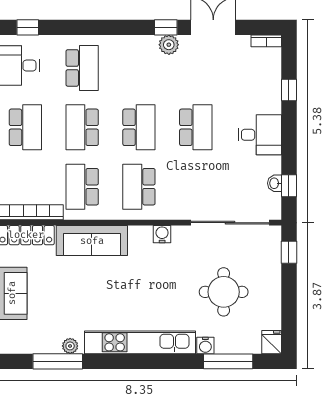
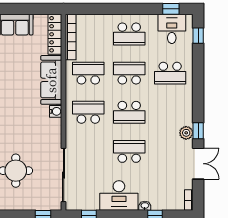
school desk: (196, 127) -> (129, 151), turned 180
desk: (260, 135) -> (119, 196), width x1.37
washbasin: (275, 183) -> (145, 206), moved
water cooler: (162, 234) -> (56, 111), moved

